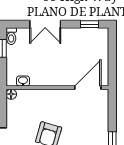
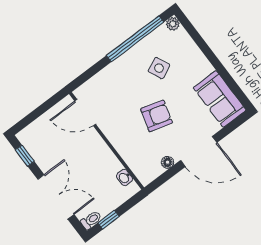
double door: (45, 24) -> (56, 197), width x1.37
floor lamp: (11, 94) -> (168, 162), moved

